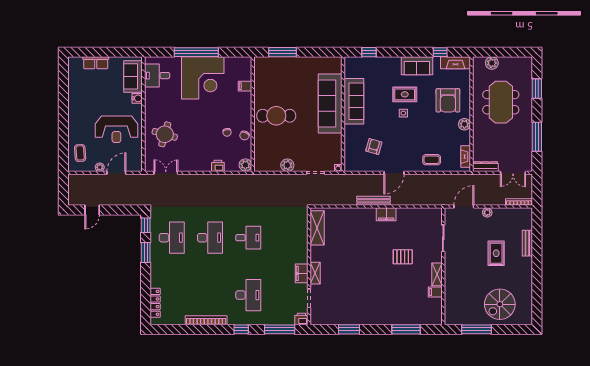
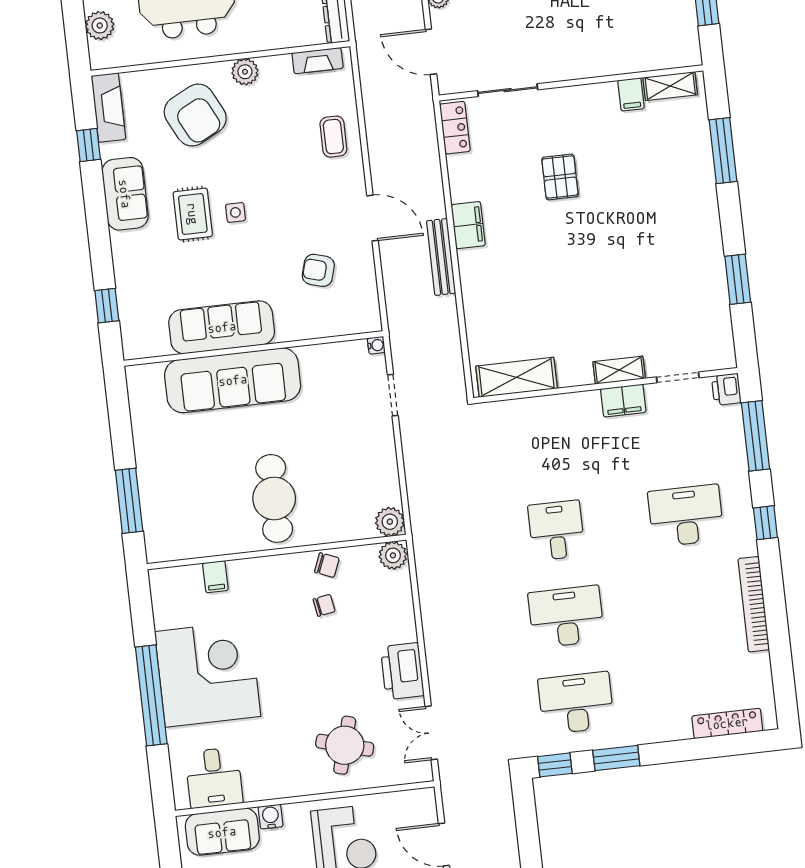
armchair: (448, 100) -> (195, 115), turned 63
plant: (287, 165) -> (390, 522), moved
printer: (218, 166) -> (402, 671), moved, width x1.87, depth x1.48
locker: (429, 213) -> (455, 128), added
shelving: (437, 274) -> (670, 86), moved

